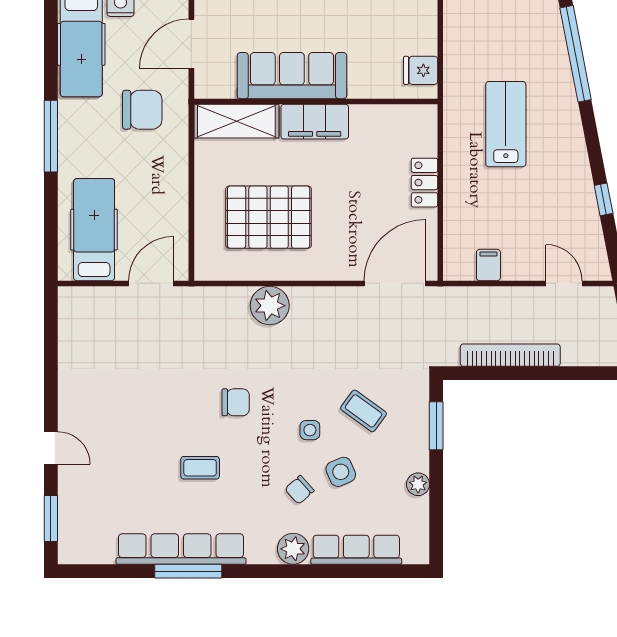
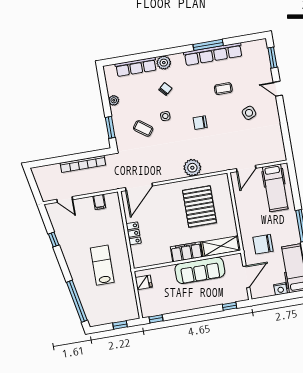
lab bench: (506, 124) -> (102, 265), turned 180
pallet: (269, 217) -> (199, 206), turned 90
coffee table: (200, 468) -> (223, 89), moved
side table: (341, 472) -> (249, 113), moved

